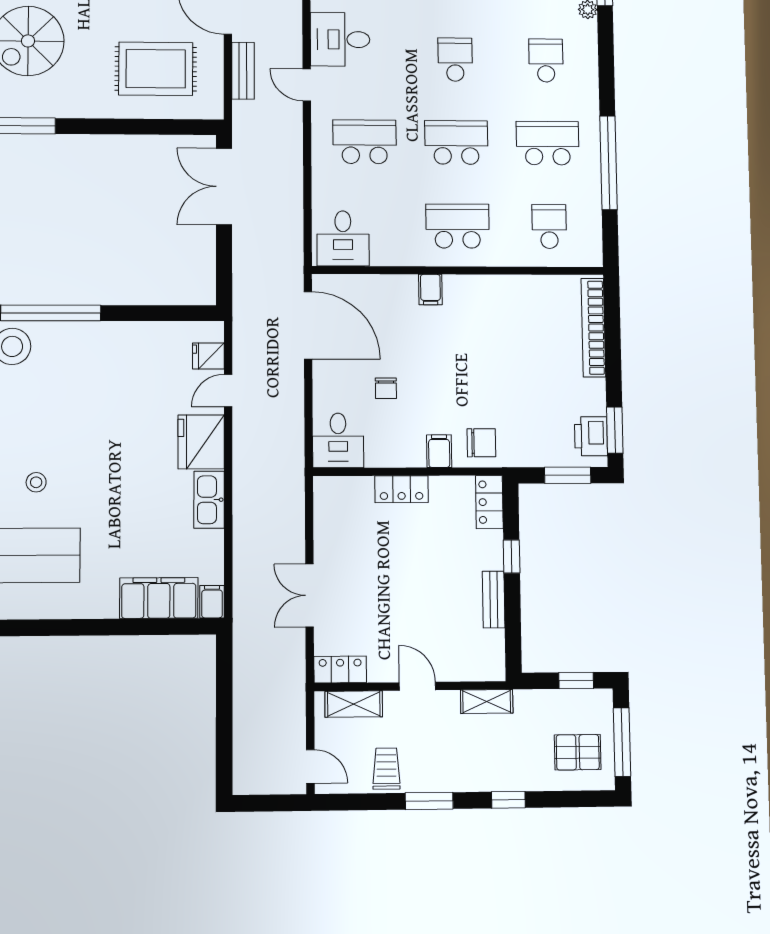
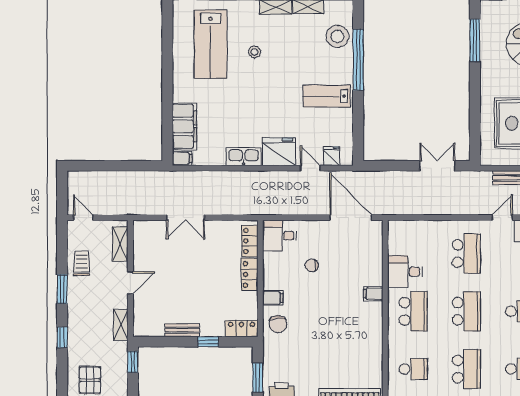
double door: (224, 187) -> (437, 166), width x0.73
desk: (343, 238) -> (405, 272), moved
door: (308, 325) -> (351, 218), swing flipped
lab bench: (110, 364) -> (327, 96), added
double door: (310, 595) -> (185, 218), swing flipped
locker: (340, 669) -> (250, 241), moved, turned 180
window: (576, 681) -> (133, 362), moved
door: (310, 767) -> (83, 218), swing flipped
trolley: (386, 769) -> (82, 263), turned -90

